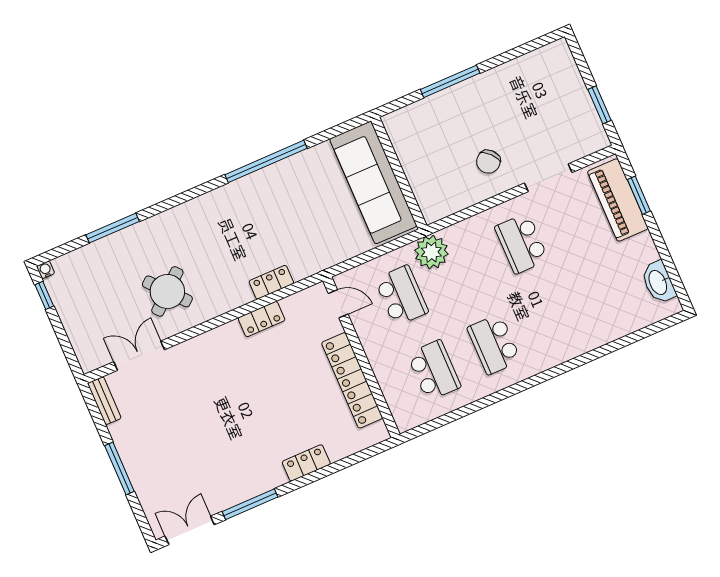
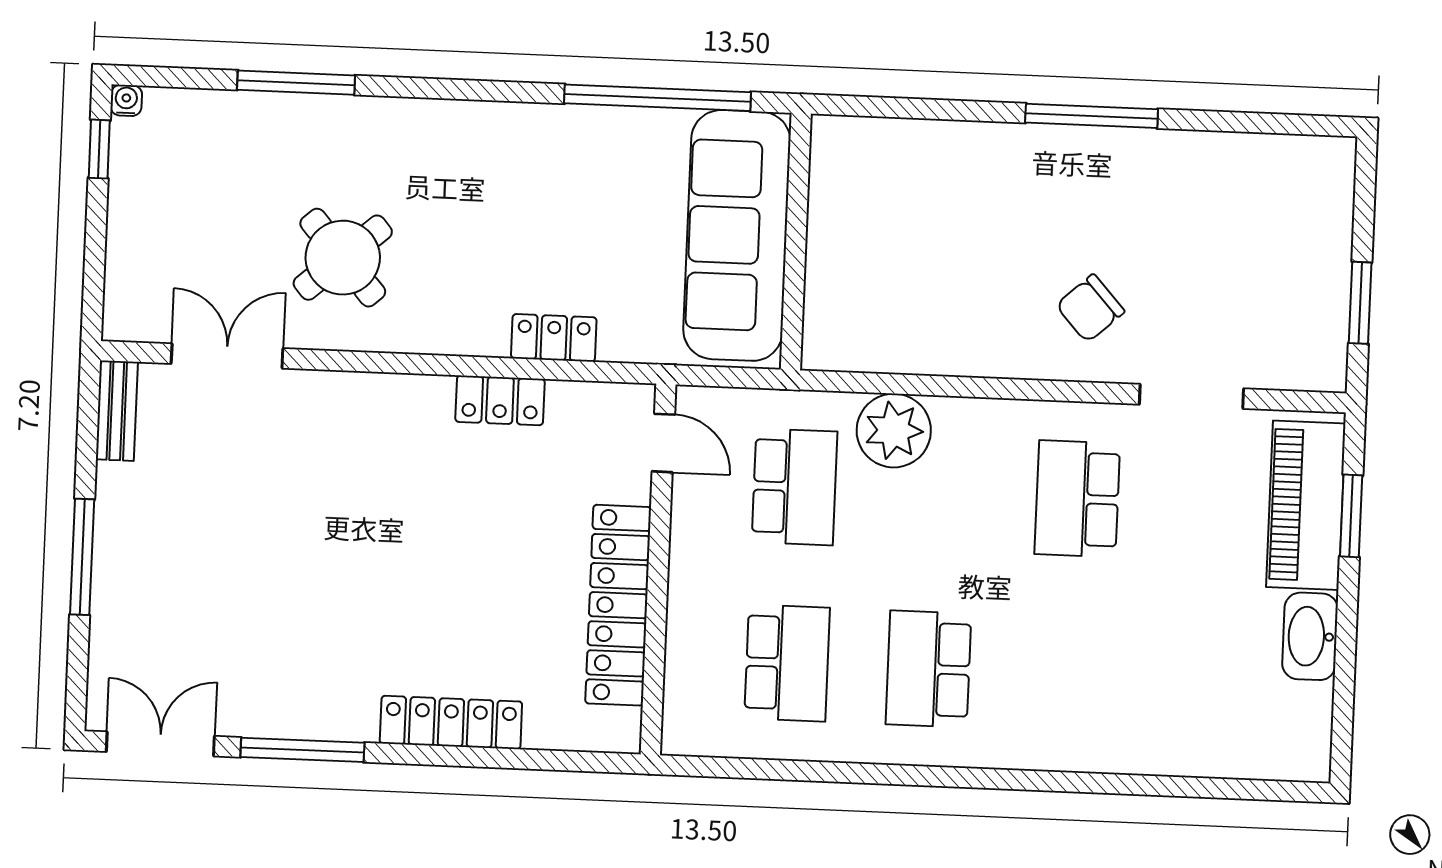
wall: (399, 173) -> (796, 242), moved
sofa: (373, 182) -> (737, 235), moved
washbasin: (658, 282) -> (1310, 636), moved
locker: (306, 463) -> (451, 722), width x1.53

